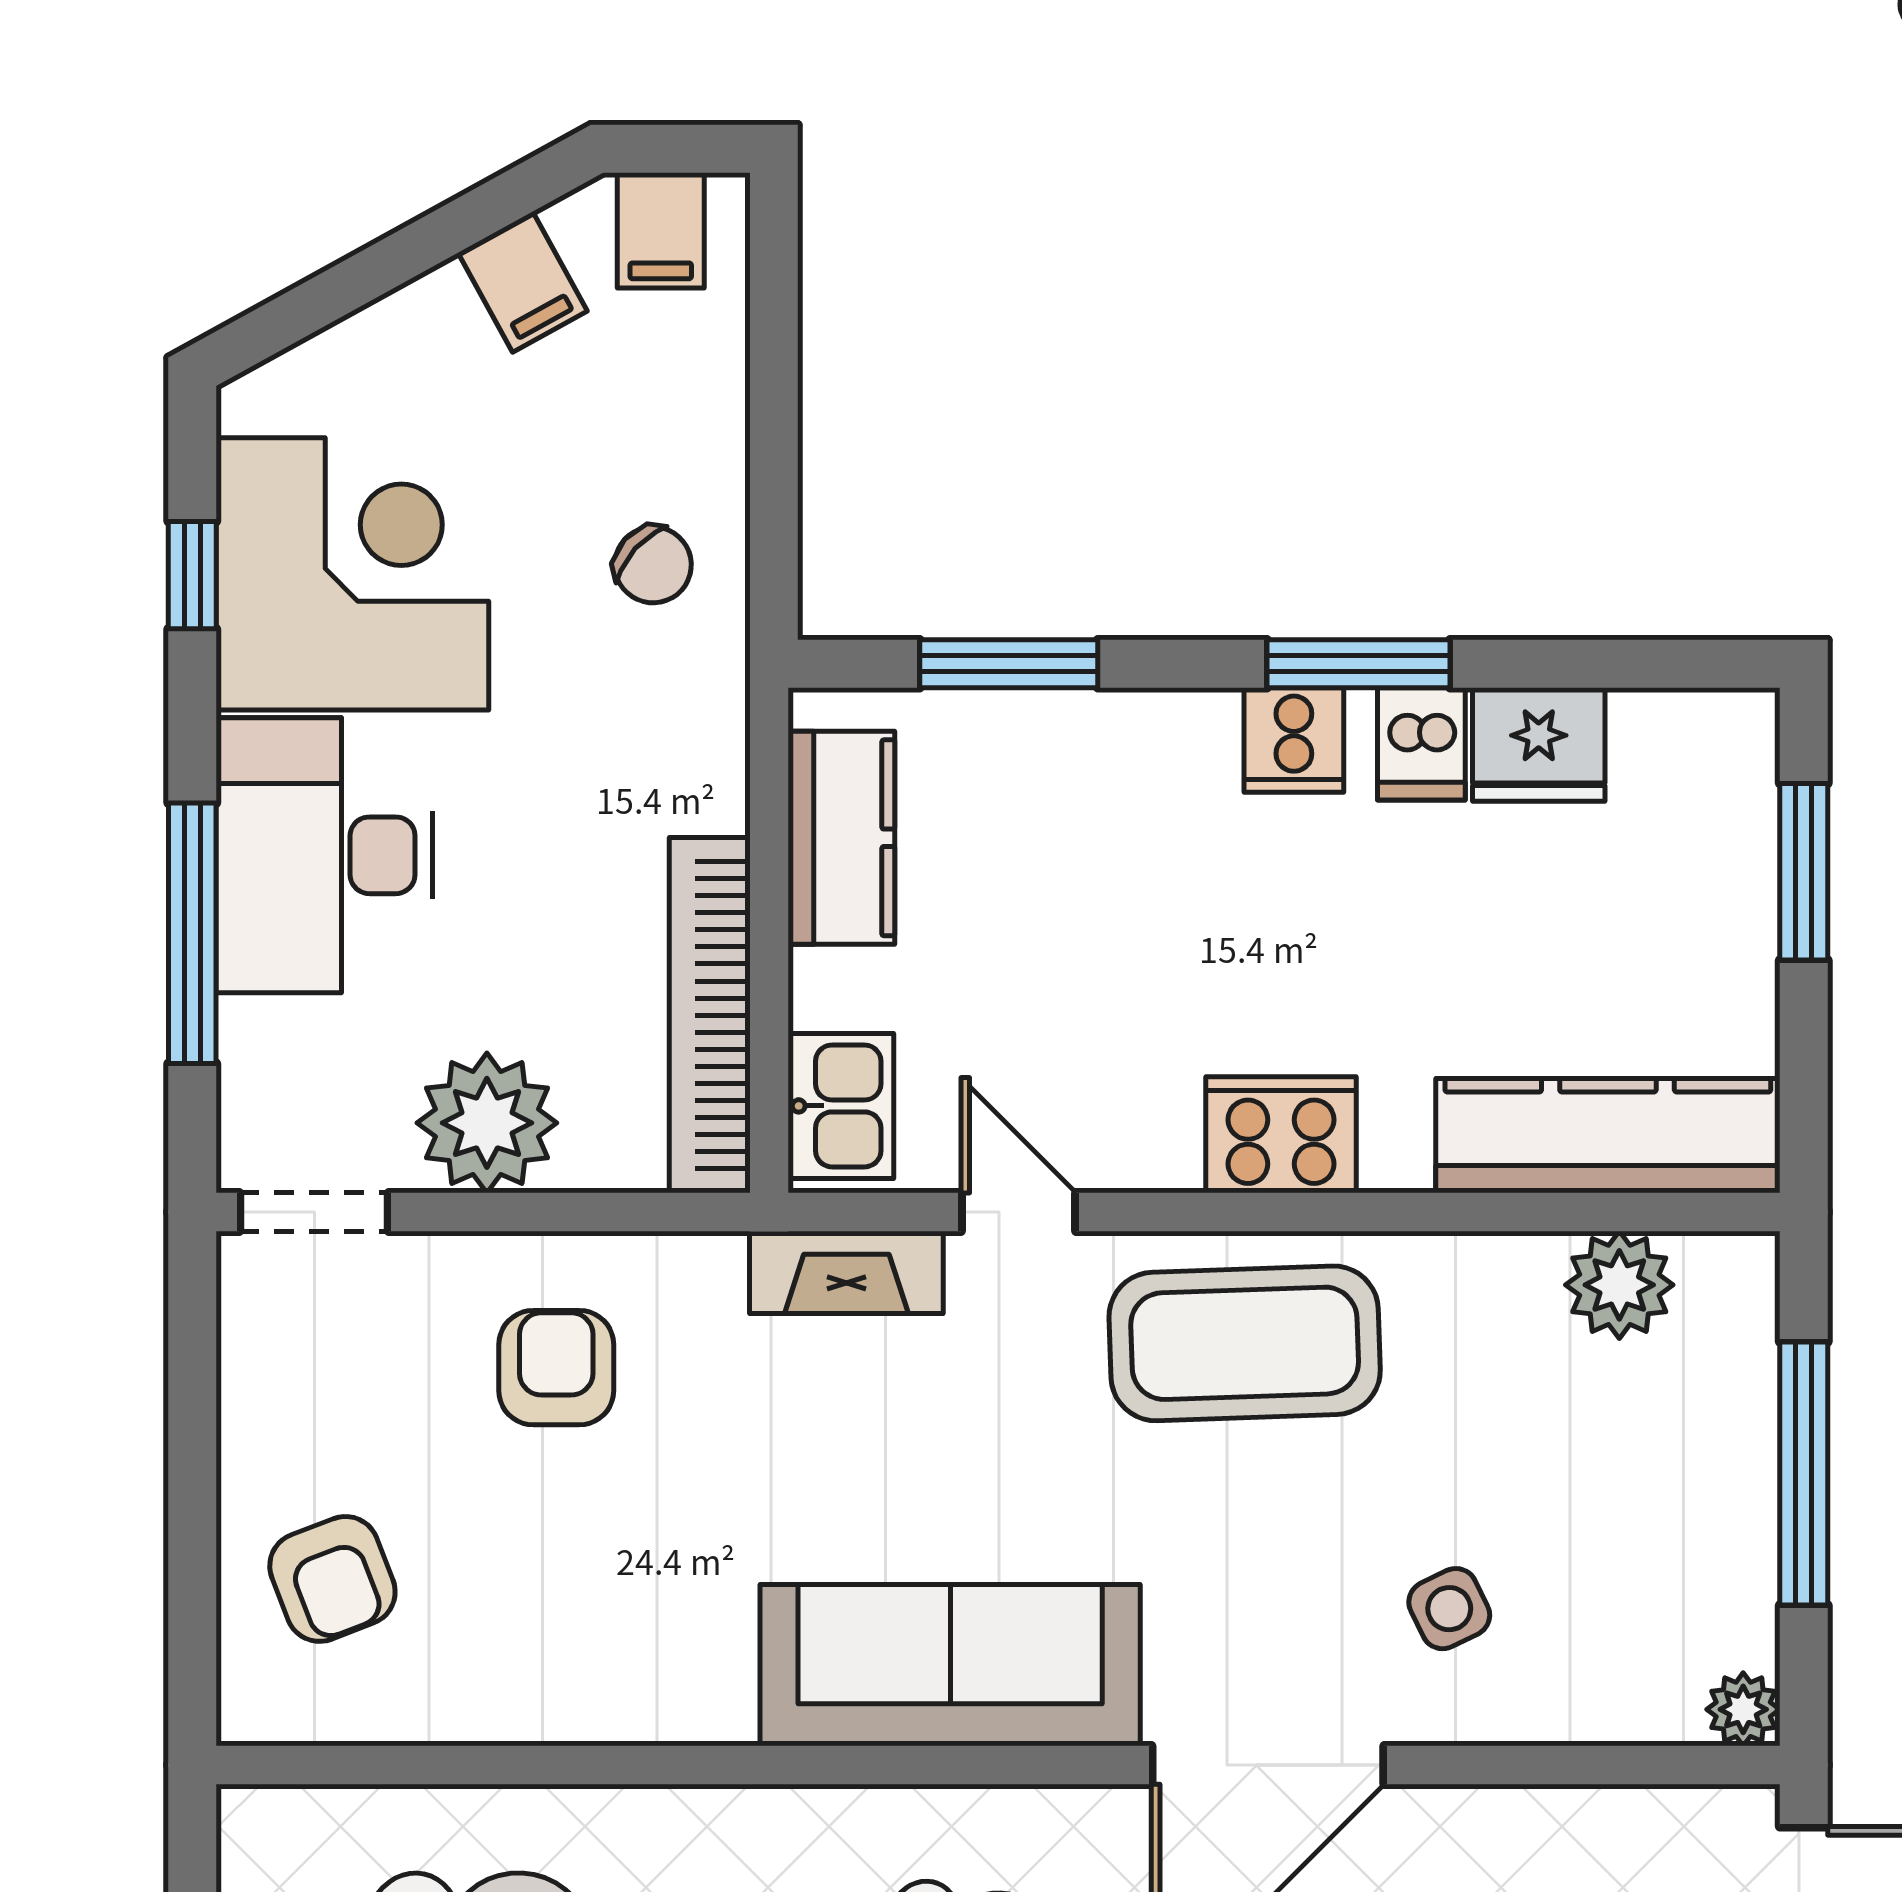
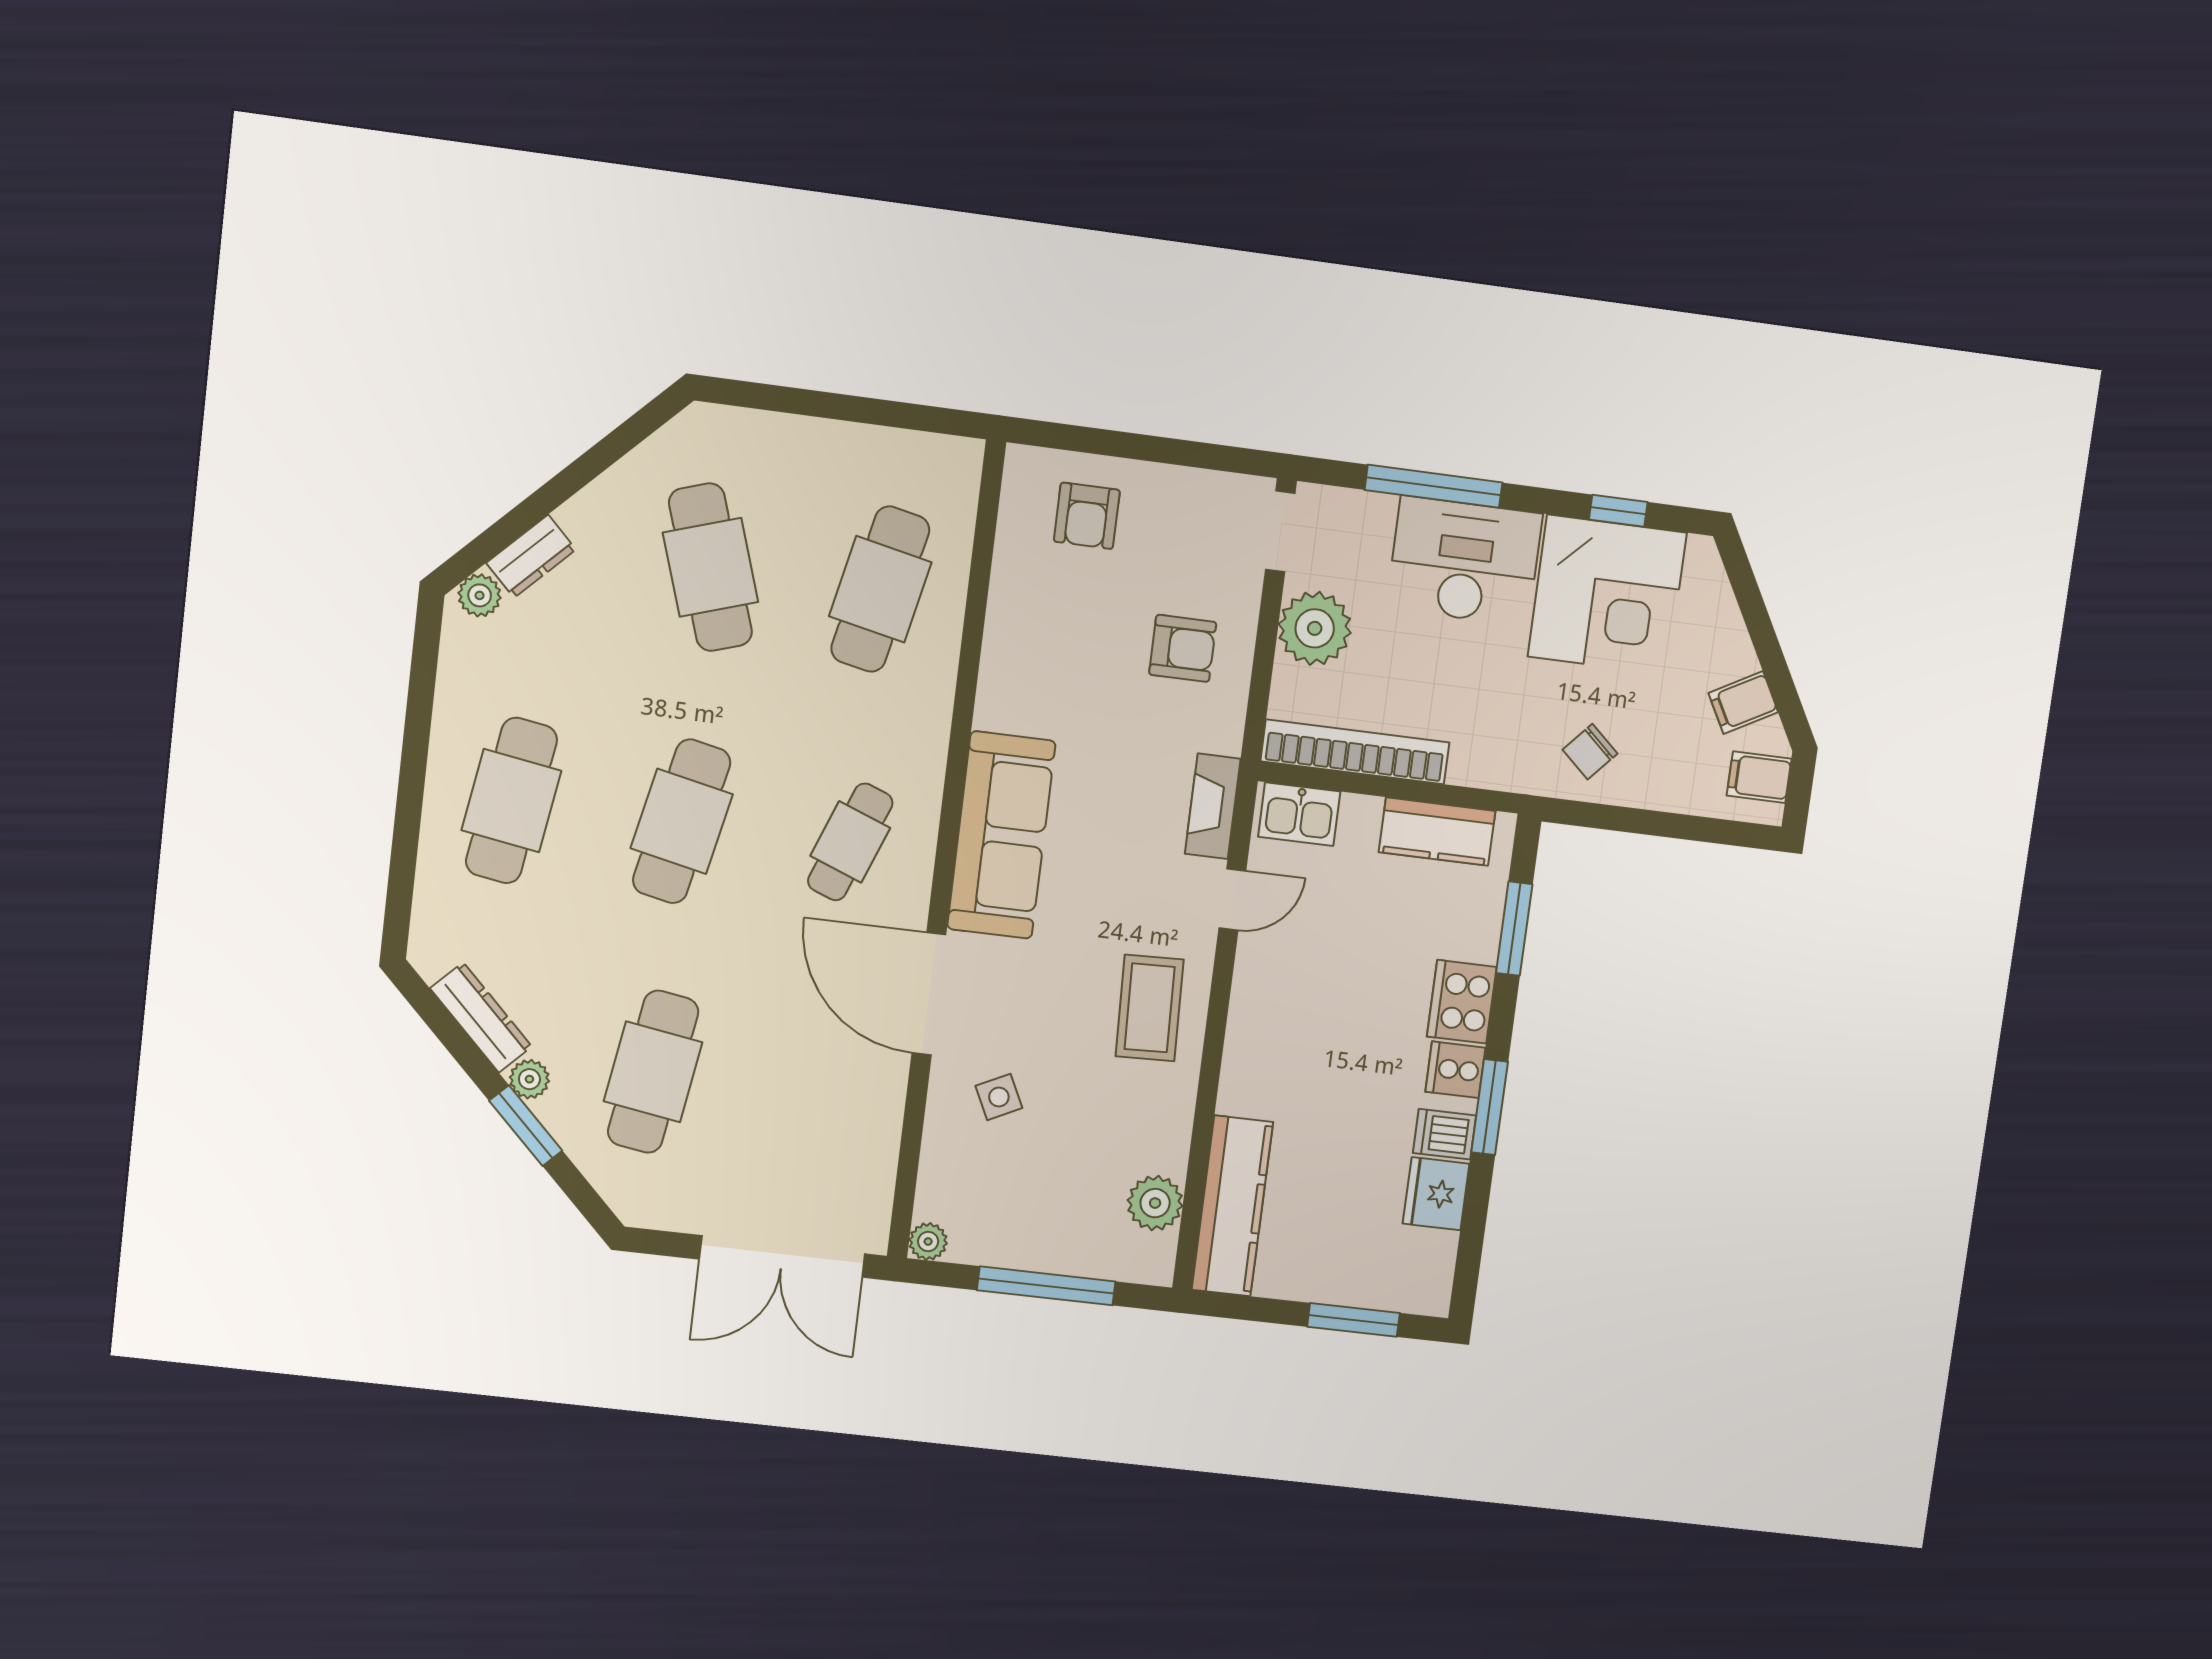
cooker: (1281, 1135) -> (1462, 1002), moved, turned 180
coffee table: (1245, 1343) -> (1150, 1008), width x0.73, depth x0.76
armchair: (332, 1579) -> (1087, 516), turned -69

